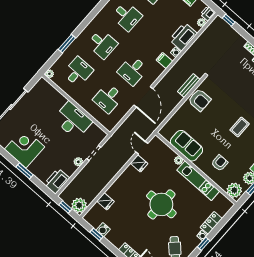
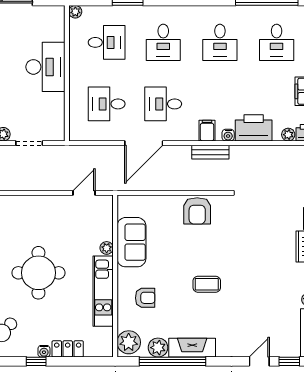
bench: (189, 85) -> (210, 152), moved
desk: (73, 120) -> (45, 67), moved
fridge: (139, 163) -> (63, 205), removed

